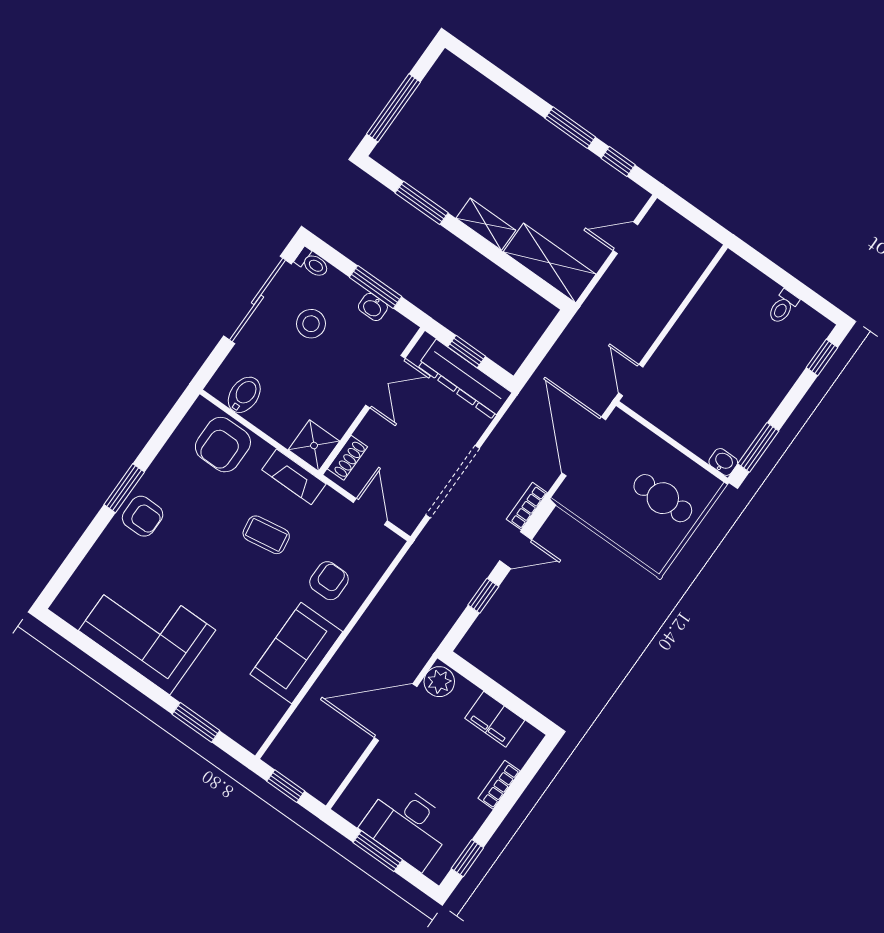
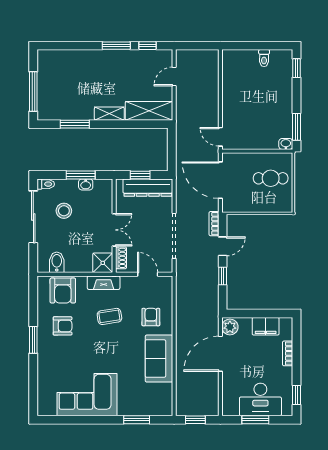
double door: (385, 382) -> (114, 230), moved
armchair: (143, 516) -> (63, 326), moved

